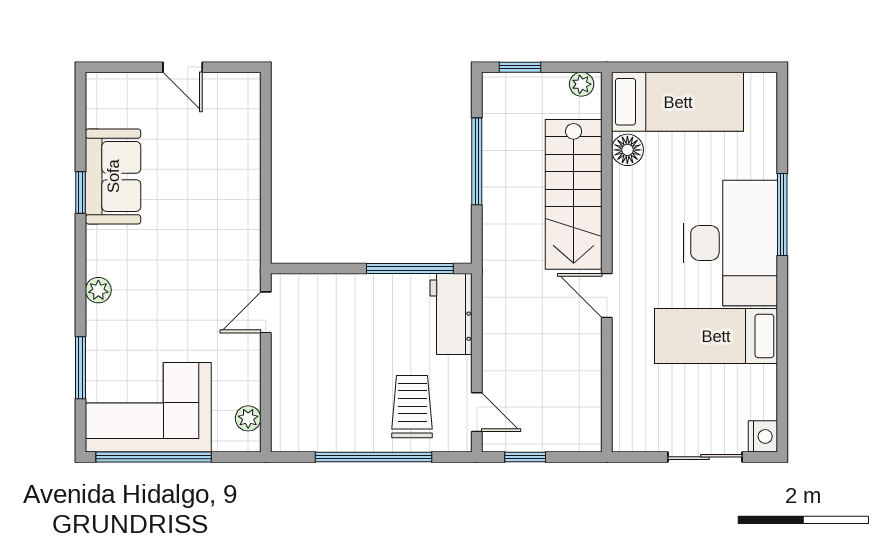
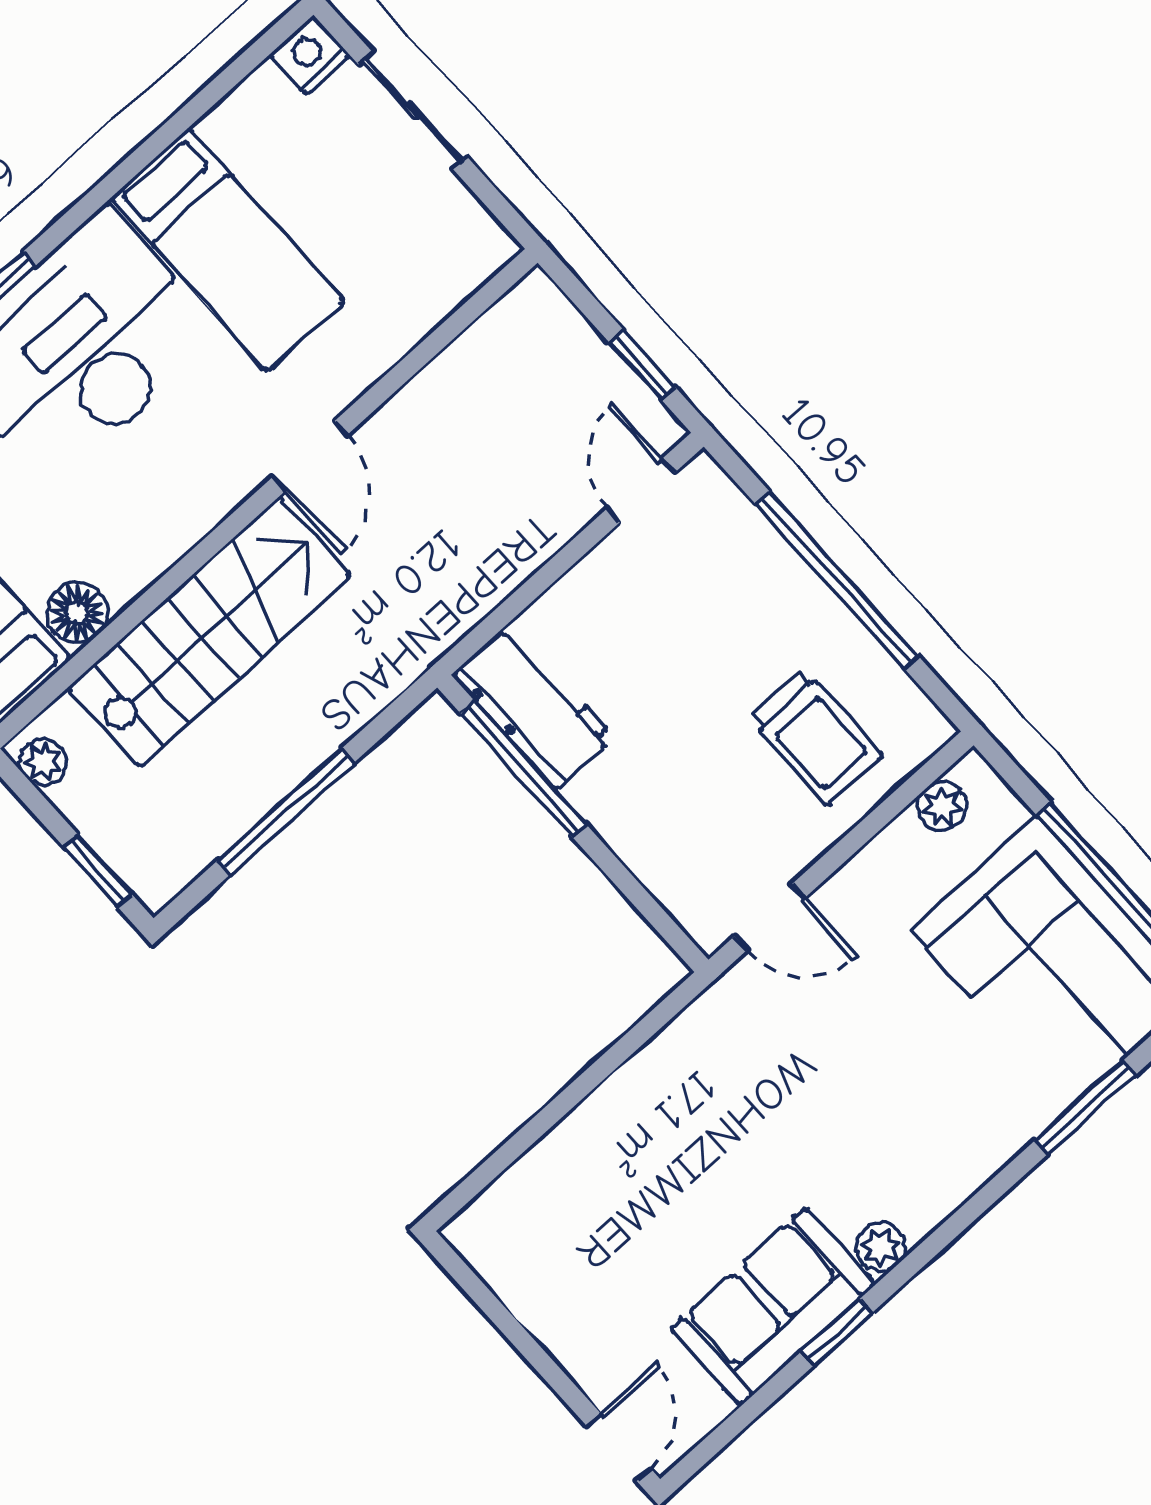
door: (183, 67) -> (619, 1447), moved
plant: (98, 290) -> (881, 1247), moved
workbench: (451, 314) -> (534, 707), moved, turned -90
trolley: (412, 407) -> (815, 737), moved, turned -90

